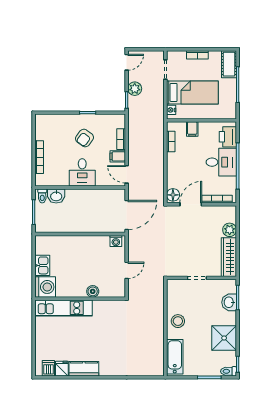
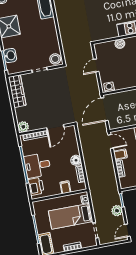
floor lamp: (173, 195) -> (76, 160), moved
plant: (230, 230) -> (23, 127), moved
stool: (178, 321) -> (55, 59), moved

